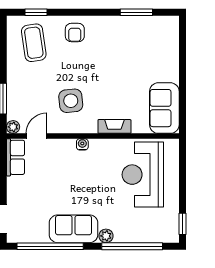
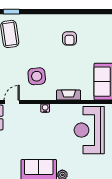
window: (136, 12) -> (85, 12), removed
armchair: (75, 32) -> (69, 38), moved

